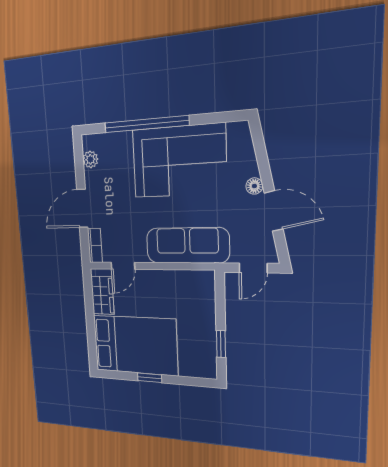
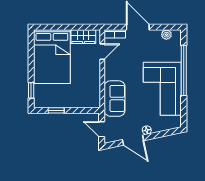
door: (274, 211) -> (133, 140), hinge flipped
sofa: (187, 245) -> (115, 99), width x0.73
door: (123, 266) -> (102, 52), swing flipped
window: (150, 378) -> (31, 90), moved

